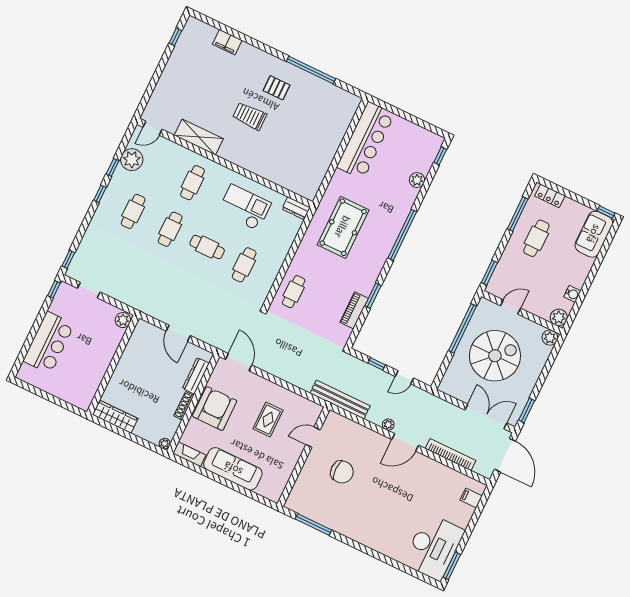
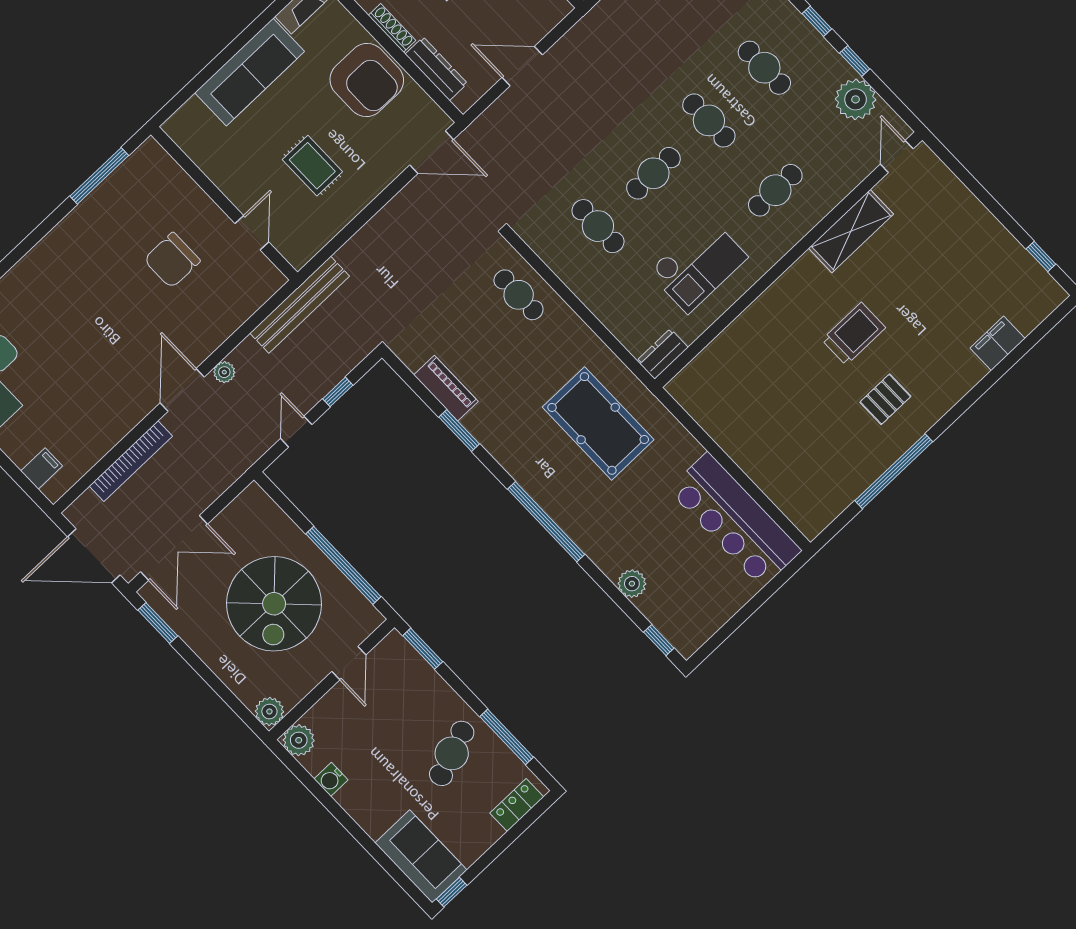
cafe table: (193, 183) -> (775, 190), turned 90
cafe table: (536, 238) -> (452, 753), turned 70

